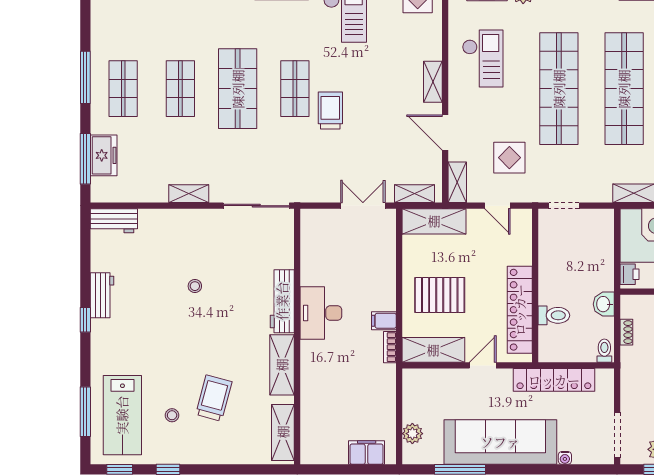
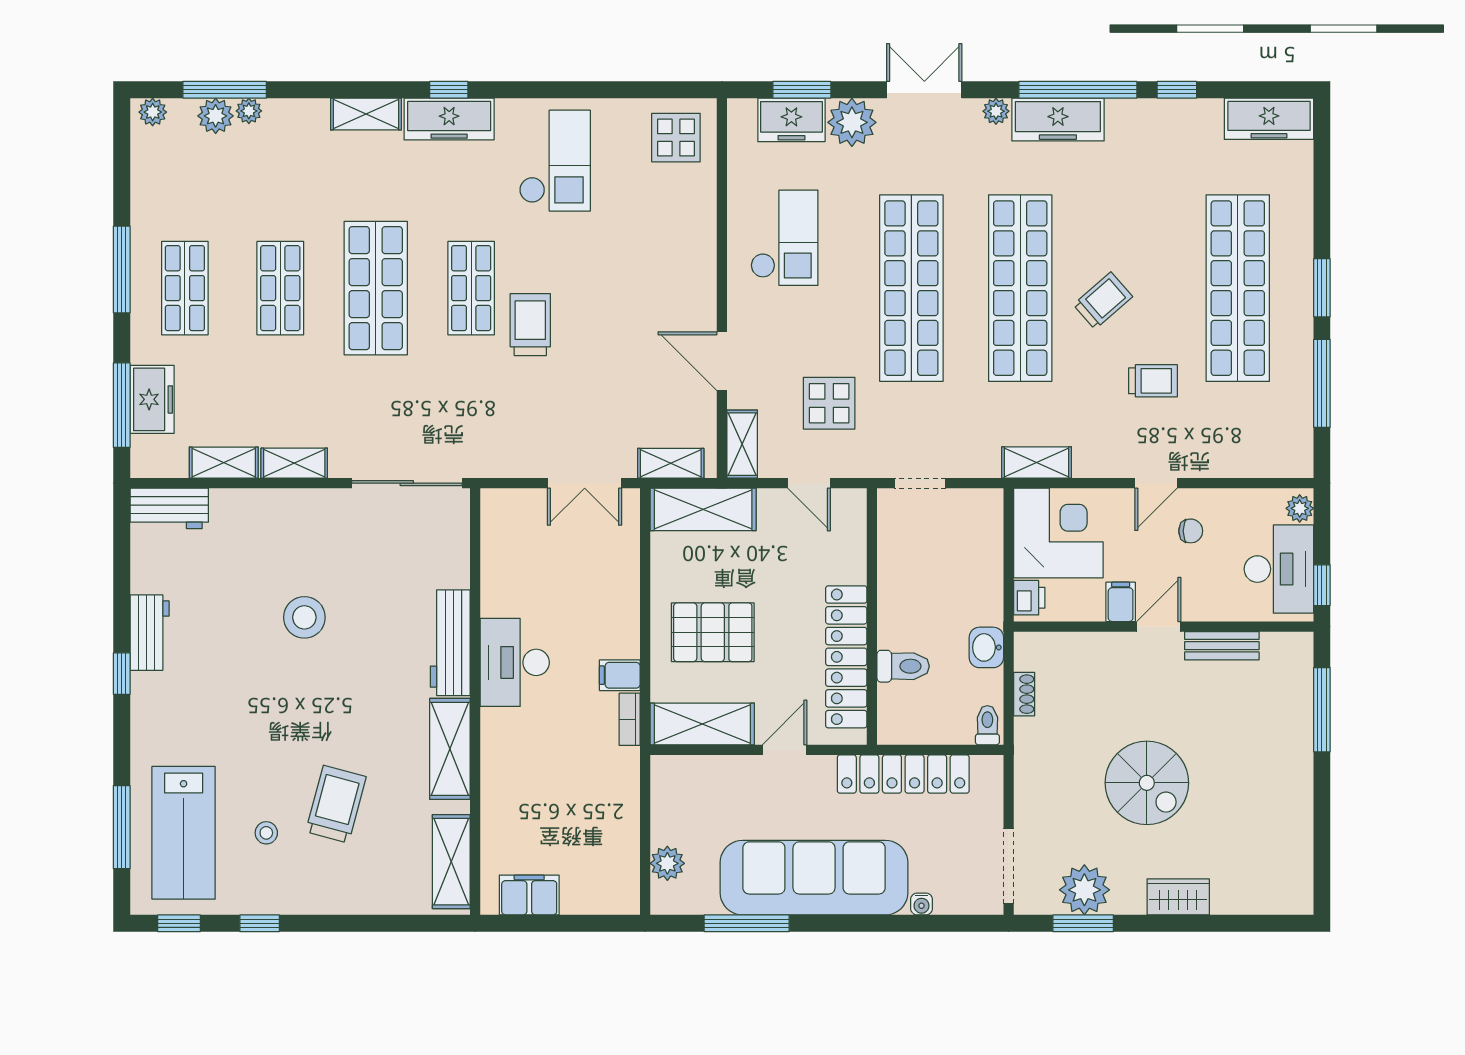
shelving: (433, 82) -> (224, 463), moved, turned 90
double door: (363, 206) -> (585, 483), swing flipped
stool: (195, 286) -> (304, 617), width x1.89, depth x1.89
filing cabinet: (367, 452) -> (529, 895), moved

